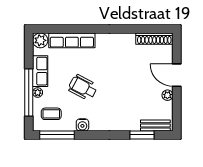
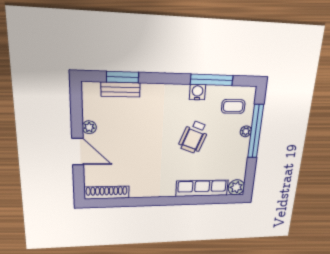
row of seats: (40, 71) -> (240, 155), removed
wheelchair: (83, 87) -> (194, 137), turned 83
bench: (155, 125) -> (121, 90), moved
window: (57, 135) -> (212, 80), moved

